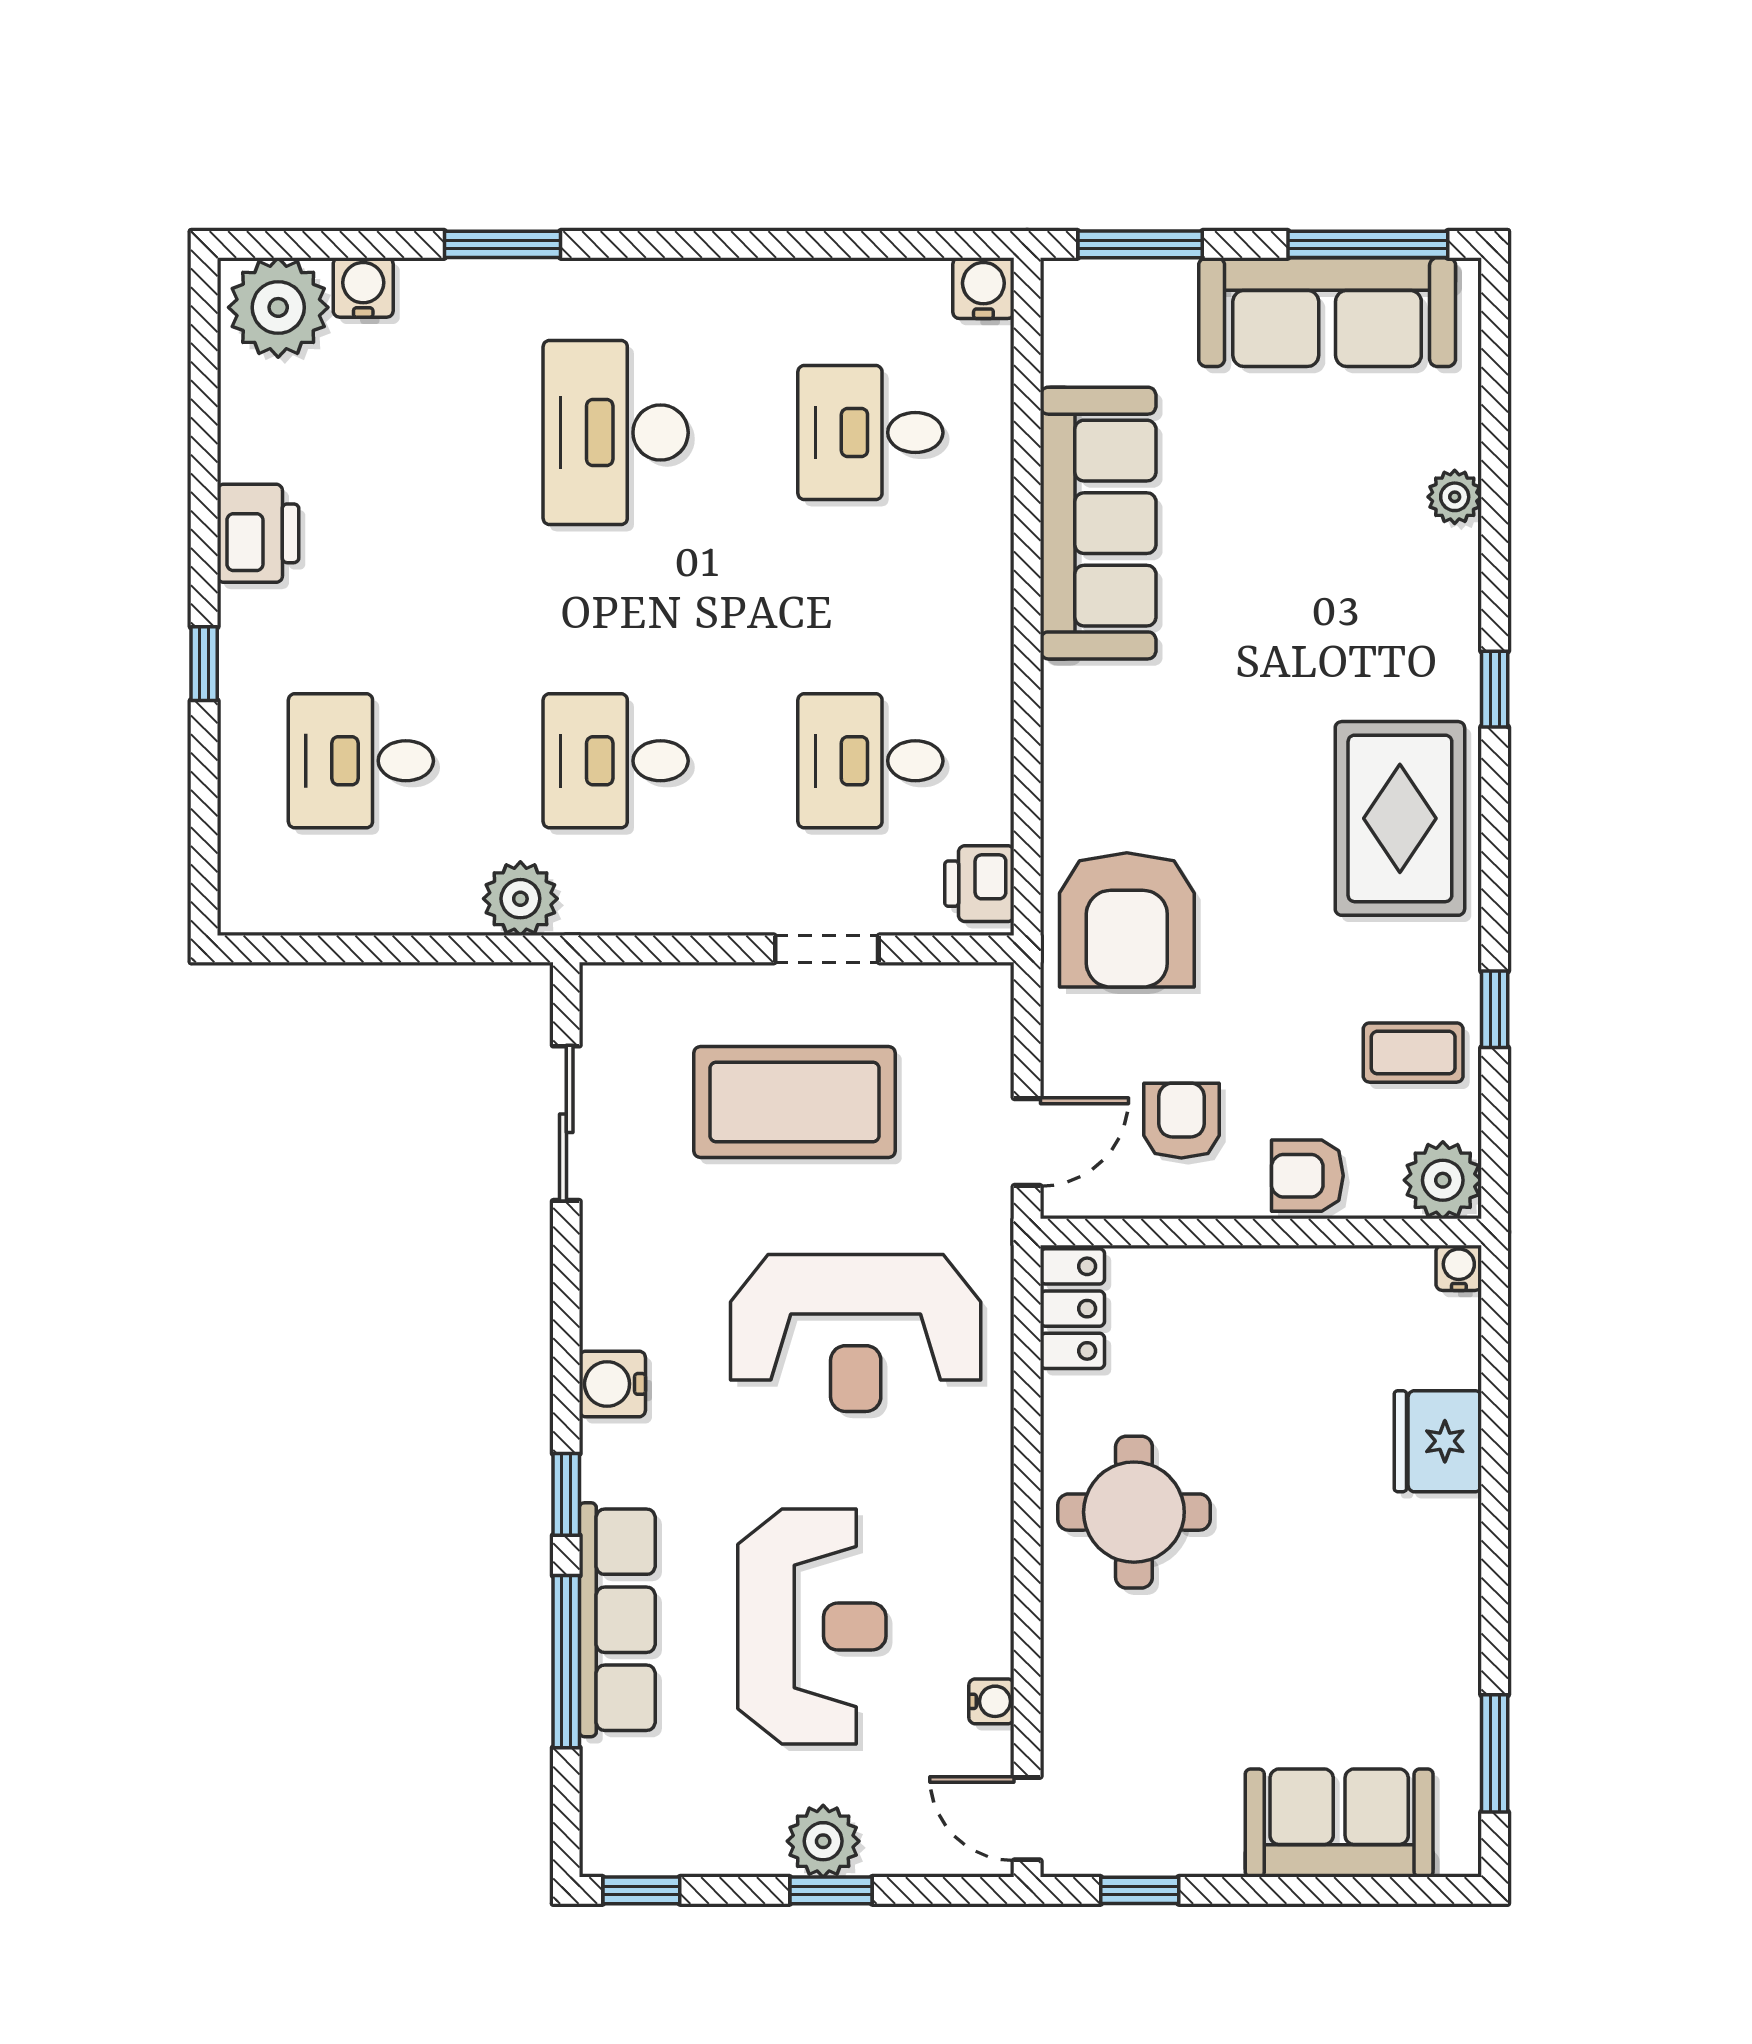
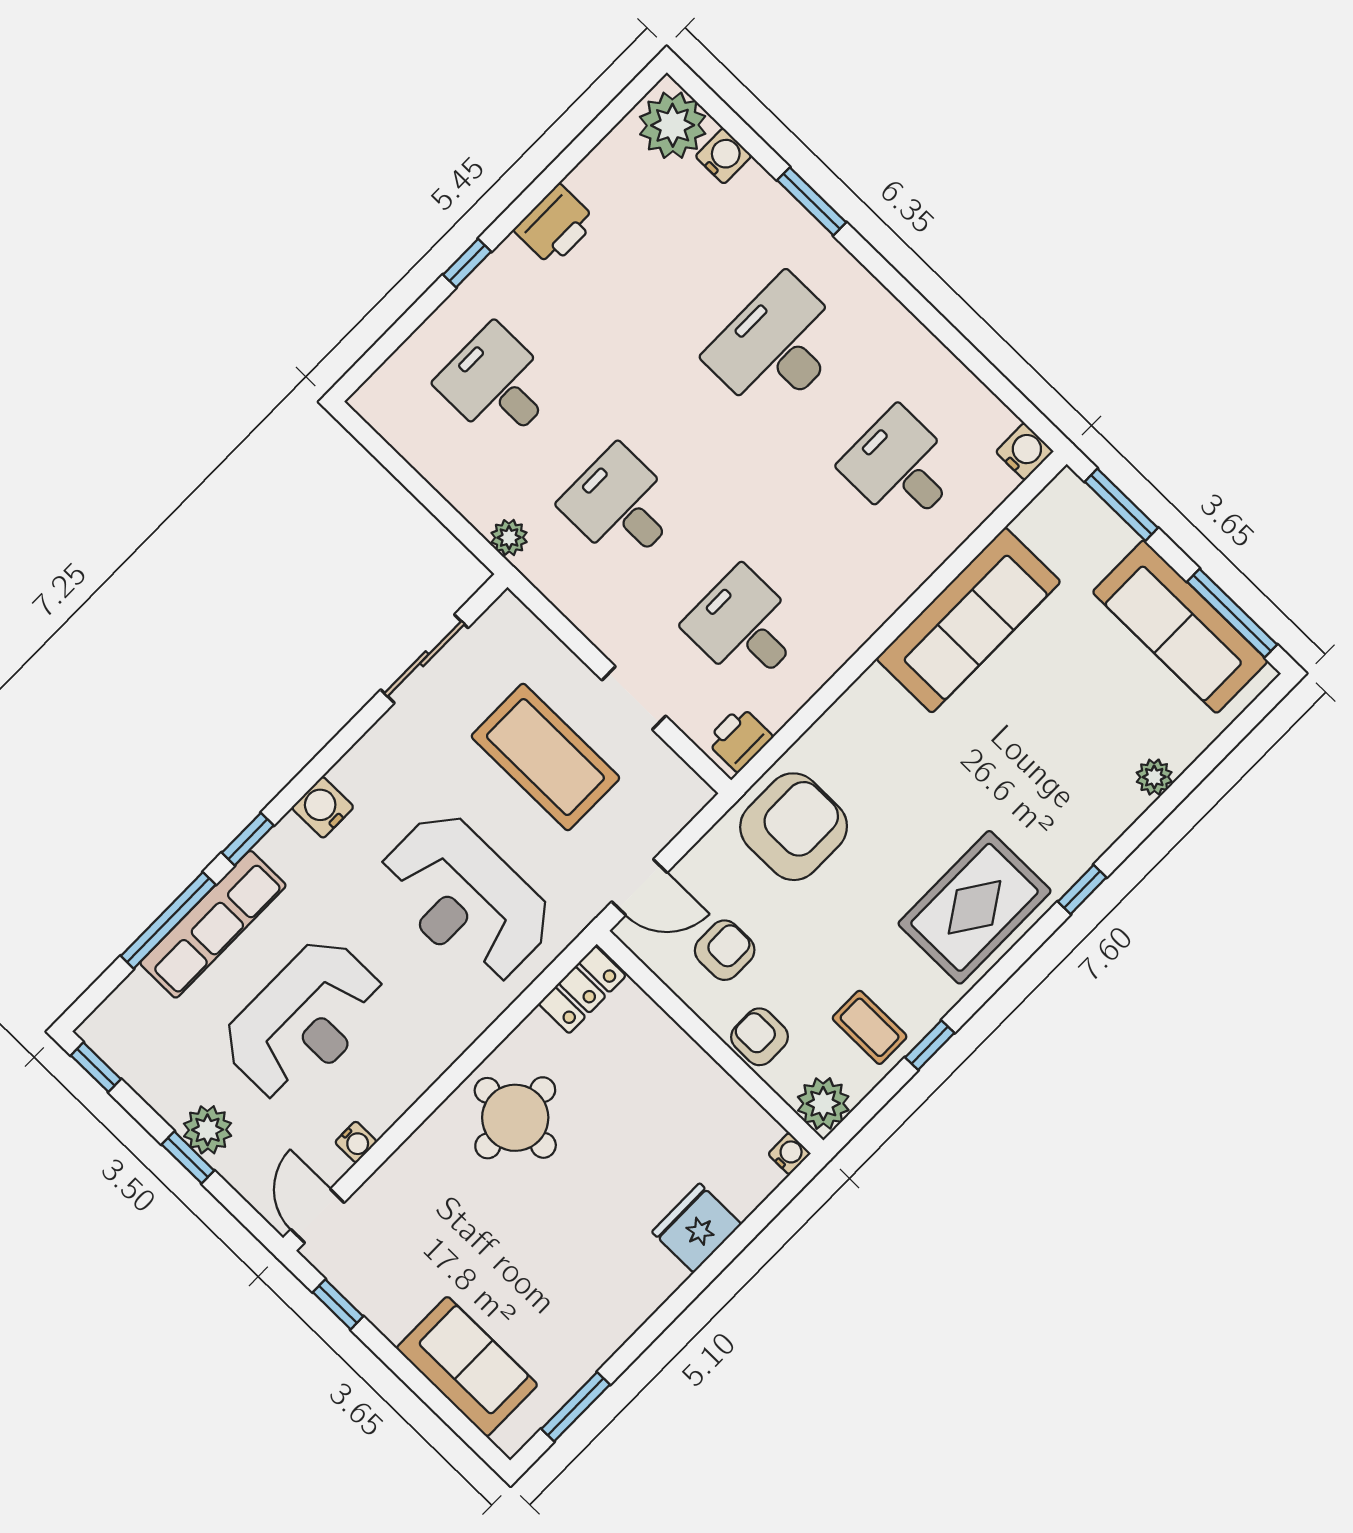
plant: (520, 899) -> (509, 538), width x0.73, depth x0.73
armchair: (1127, 920) -> (794, 827), turned 180

